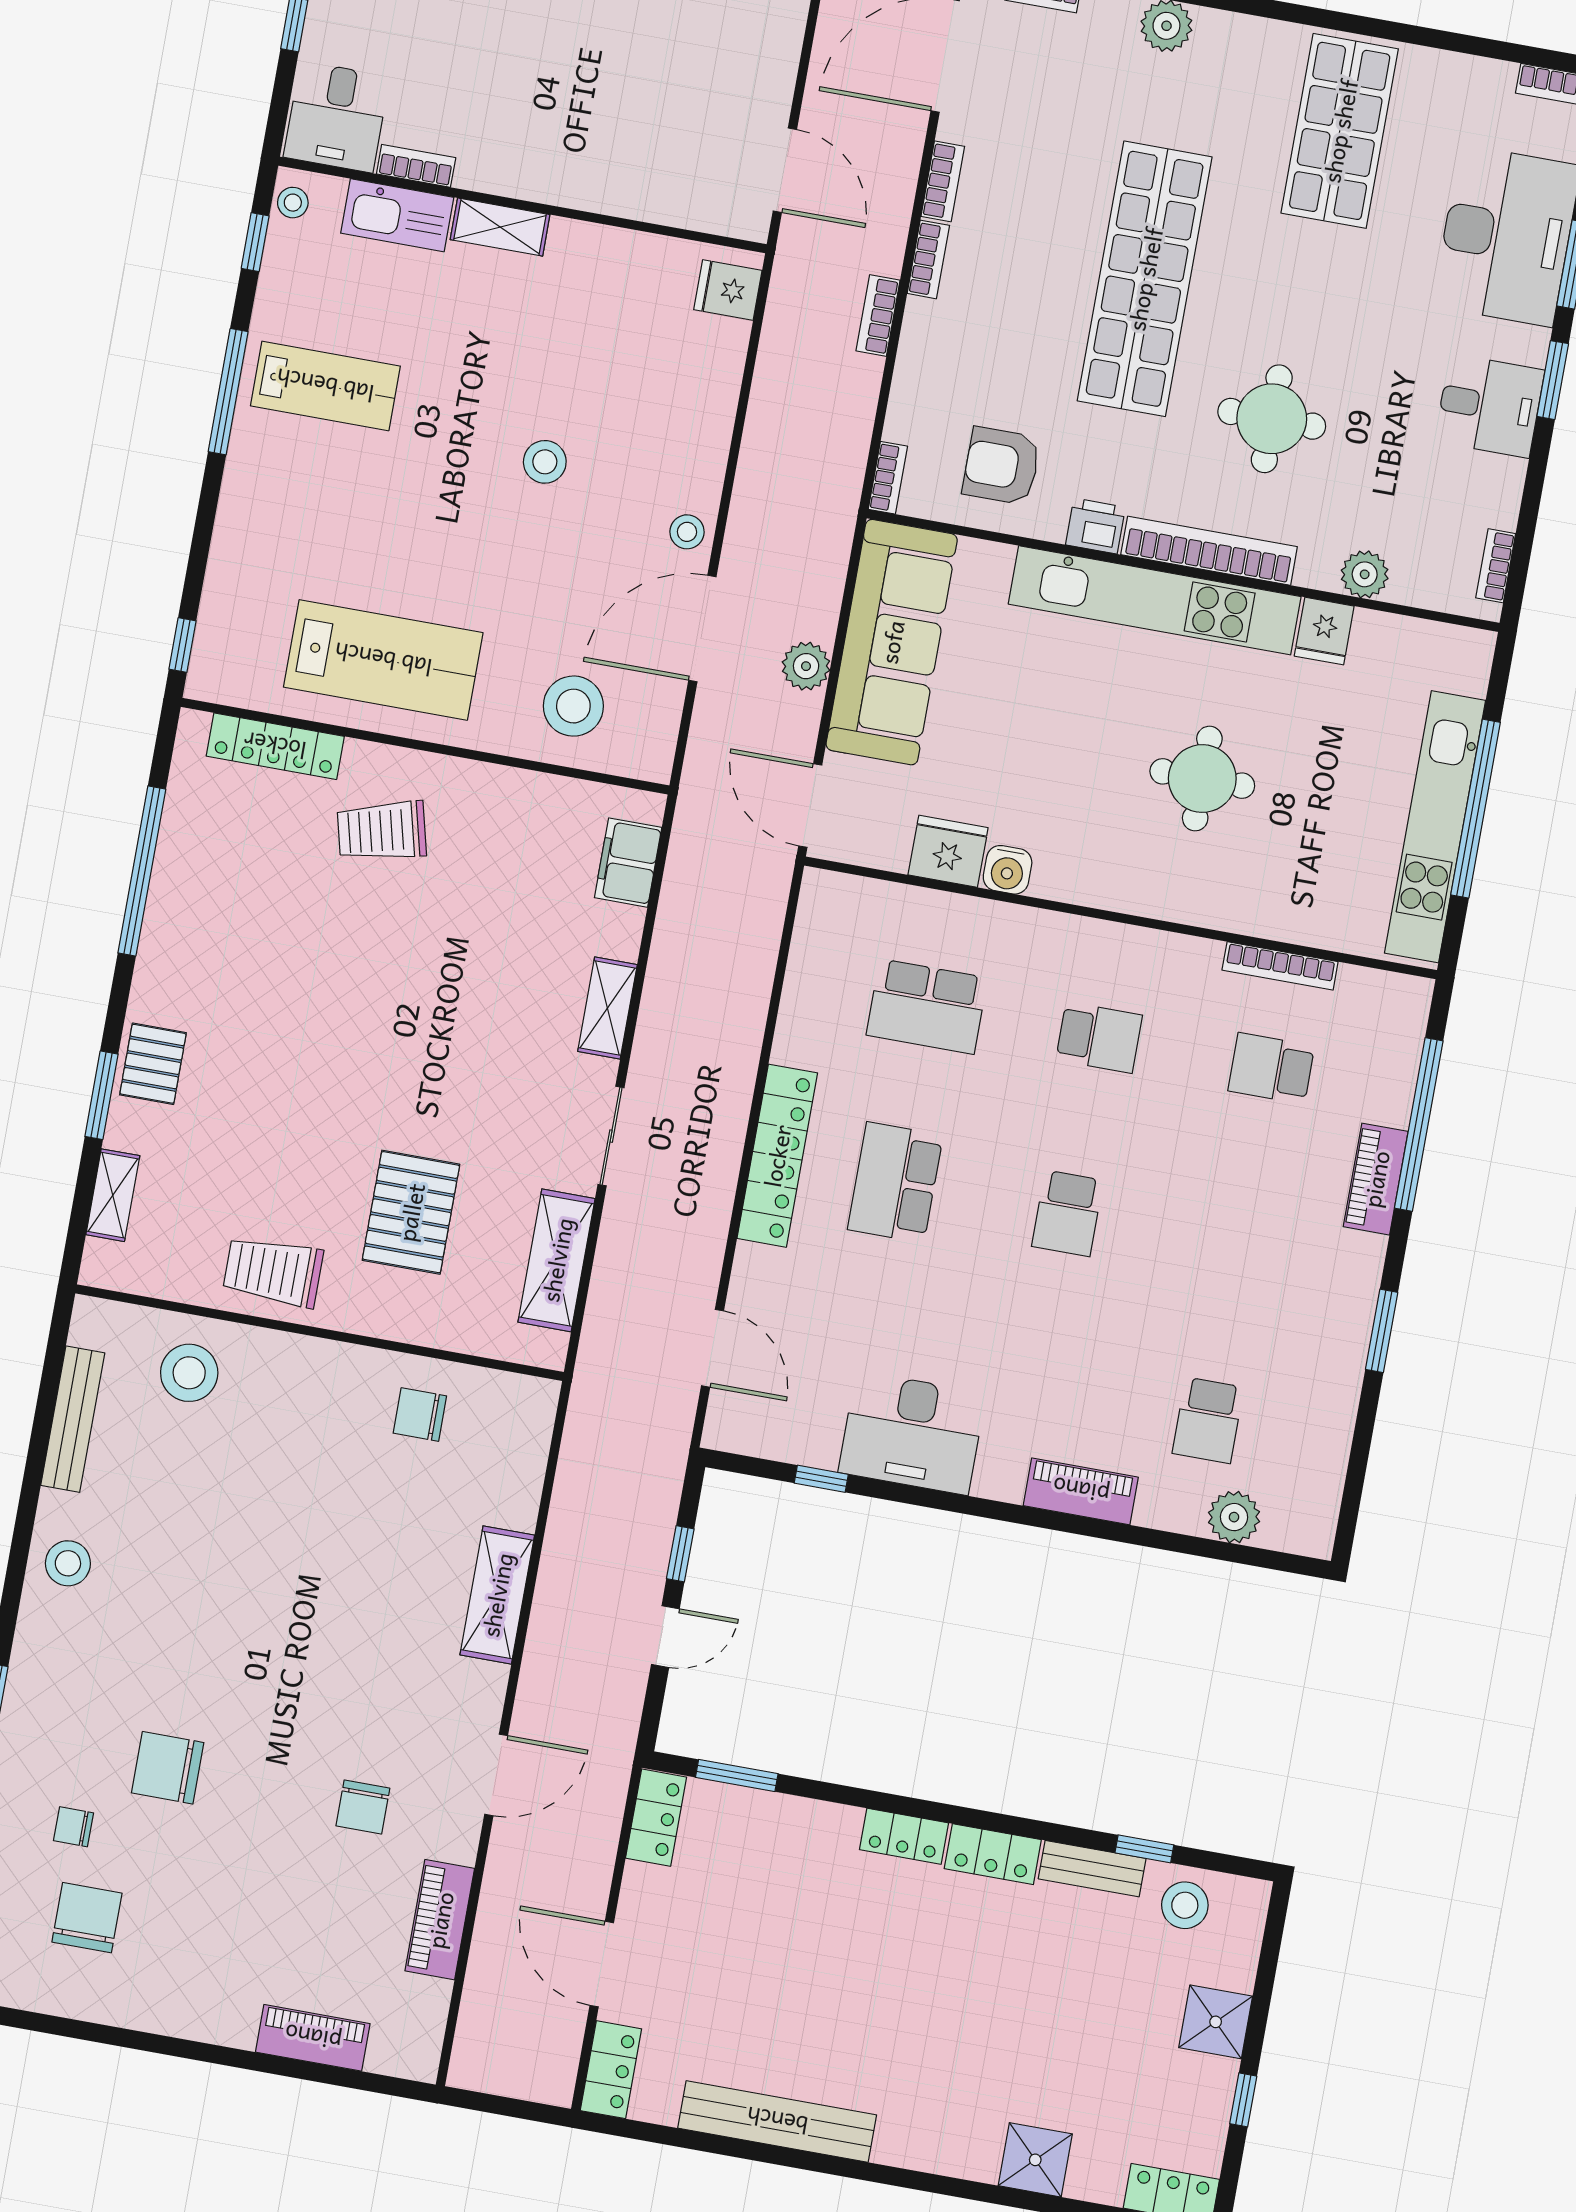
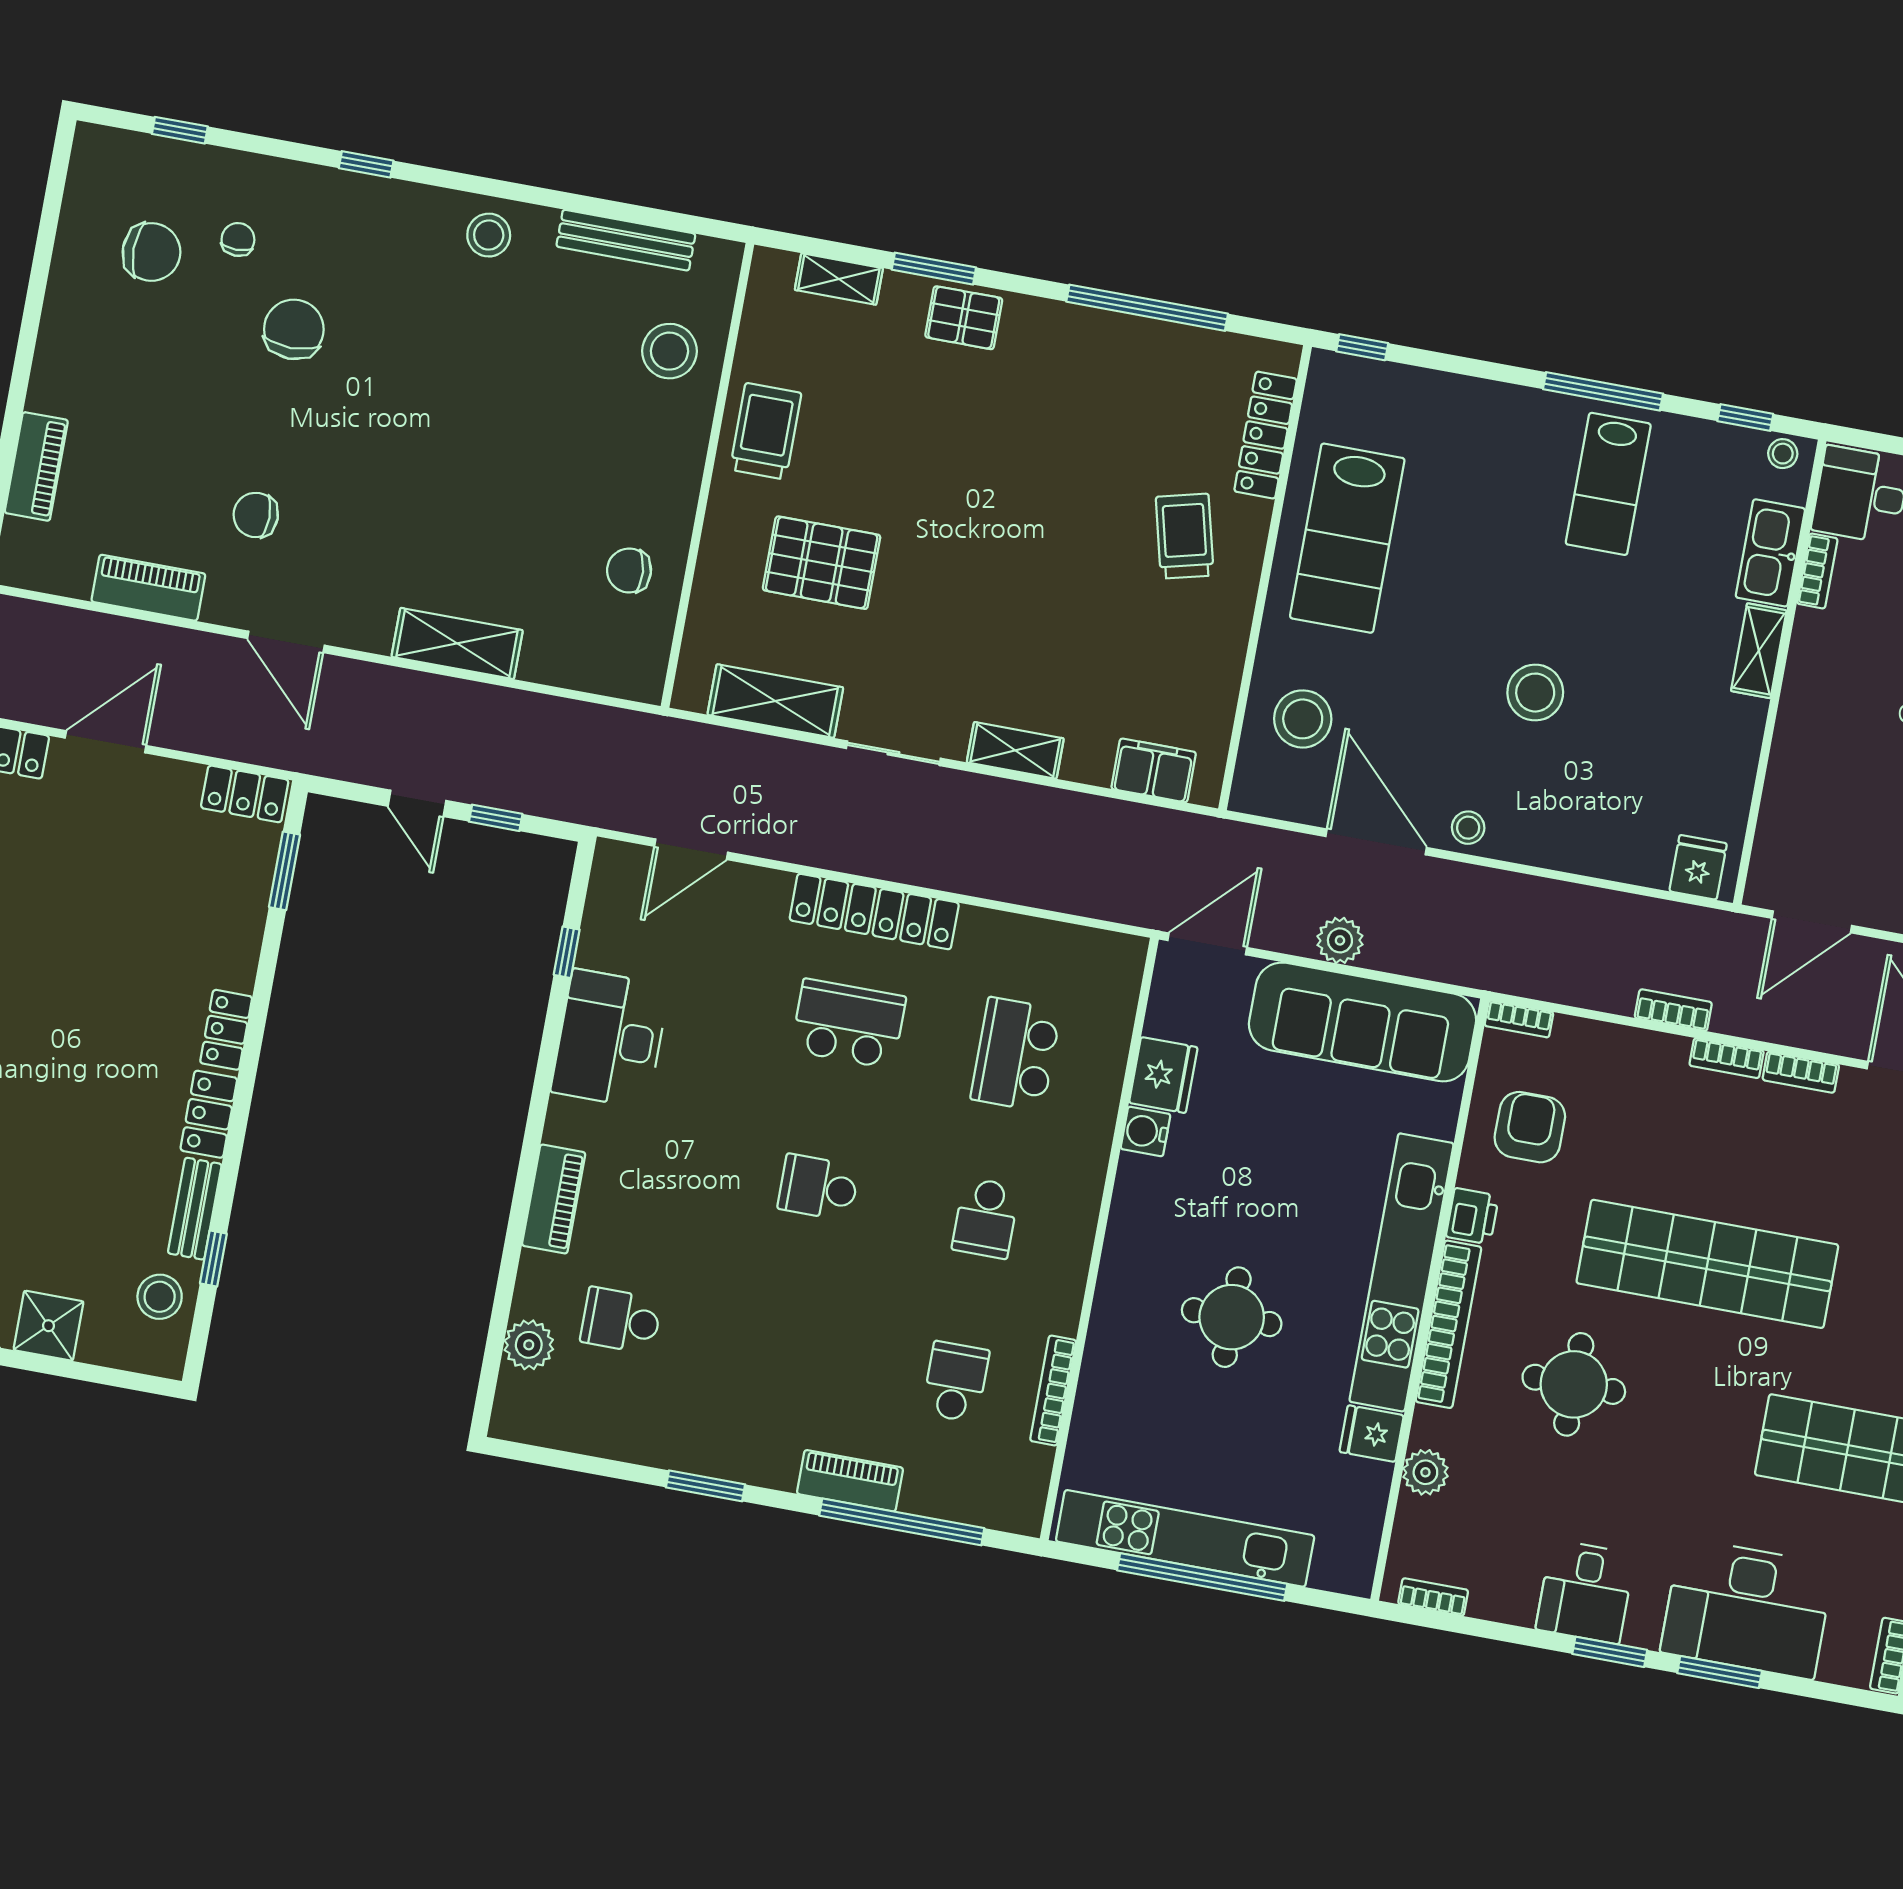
stool: (545, 462) -> (1535, 693), width x1.38, depth x1.38
chair: (420, 1415) -> (629, 570), turned -95

